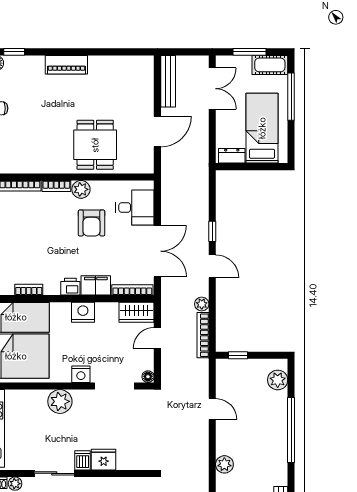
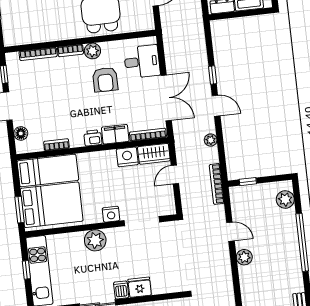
nightstand: (83, 312) -> (127, 157), moved
bookcase: (203, 335) -> (217, 184), moved
floor lamp: (148, 377) -> (170, 210), removed
plant: (224, 464) -> (244, 257), moved

